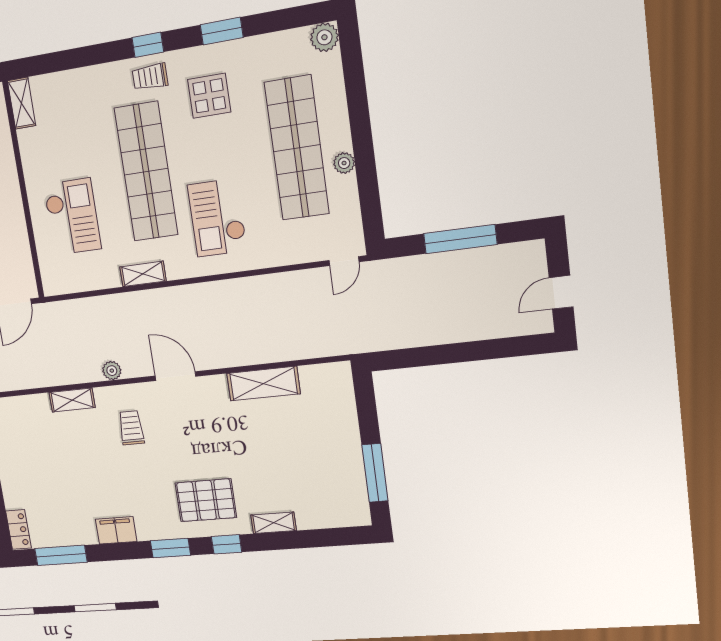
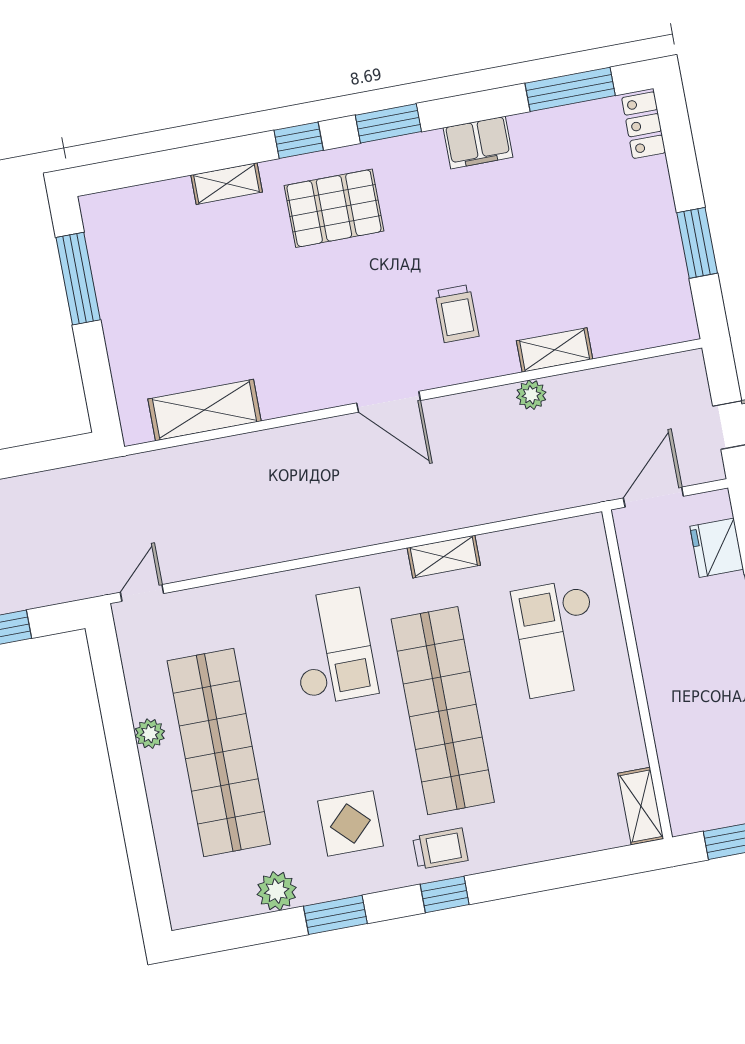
plant: (324, 37) -> (277, 891), moved
plant: (112, 371) -> (531, 395), moved
shelving: (263, 384) -> (204, 410), moved

